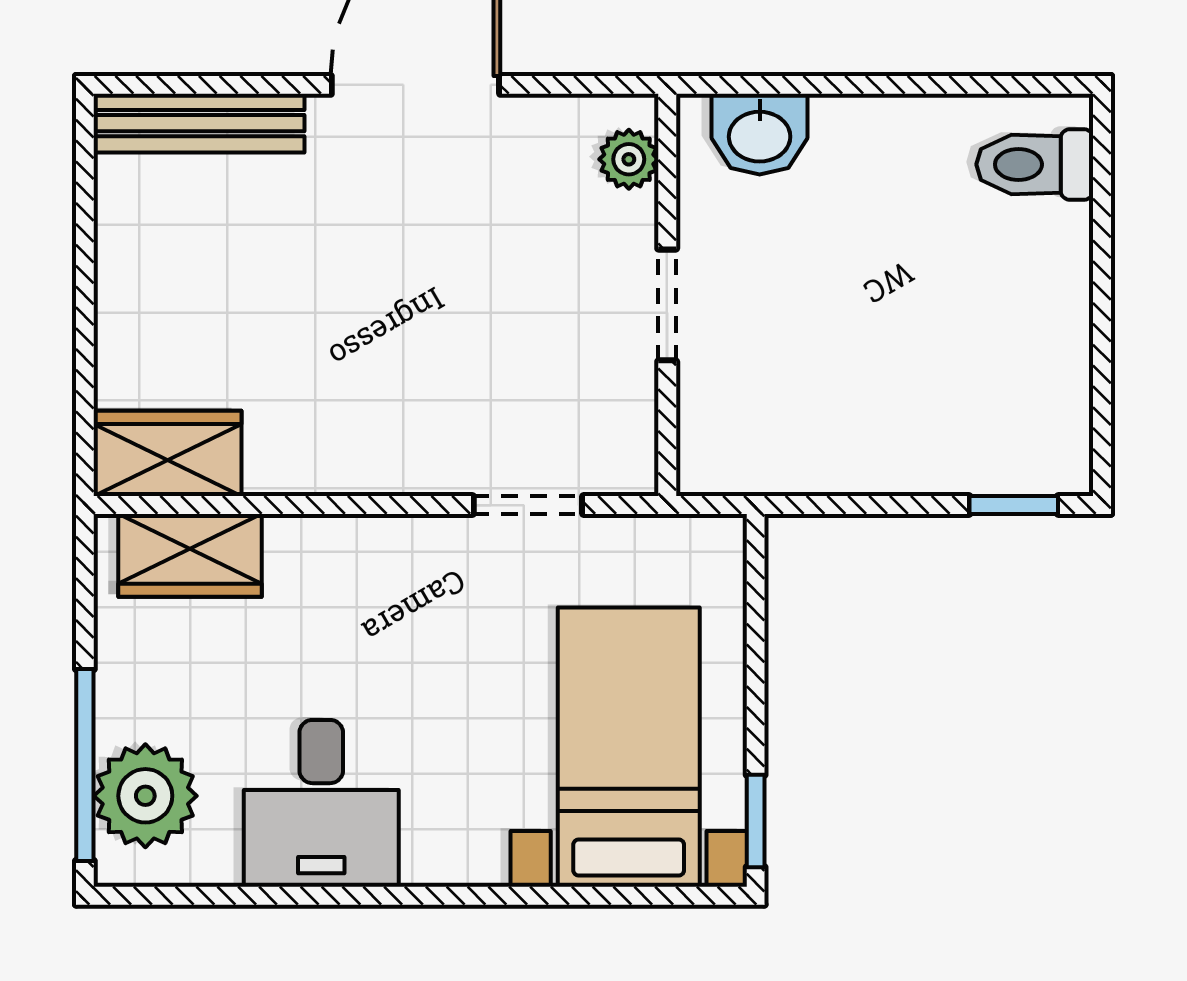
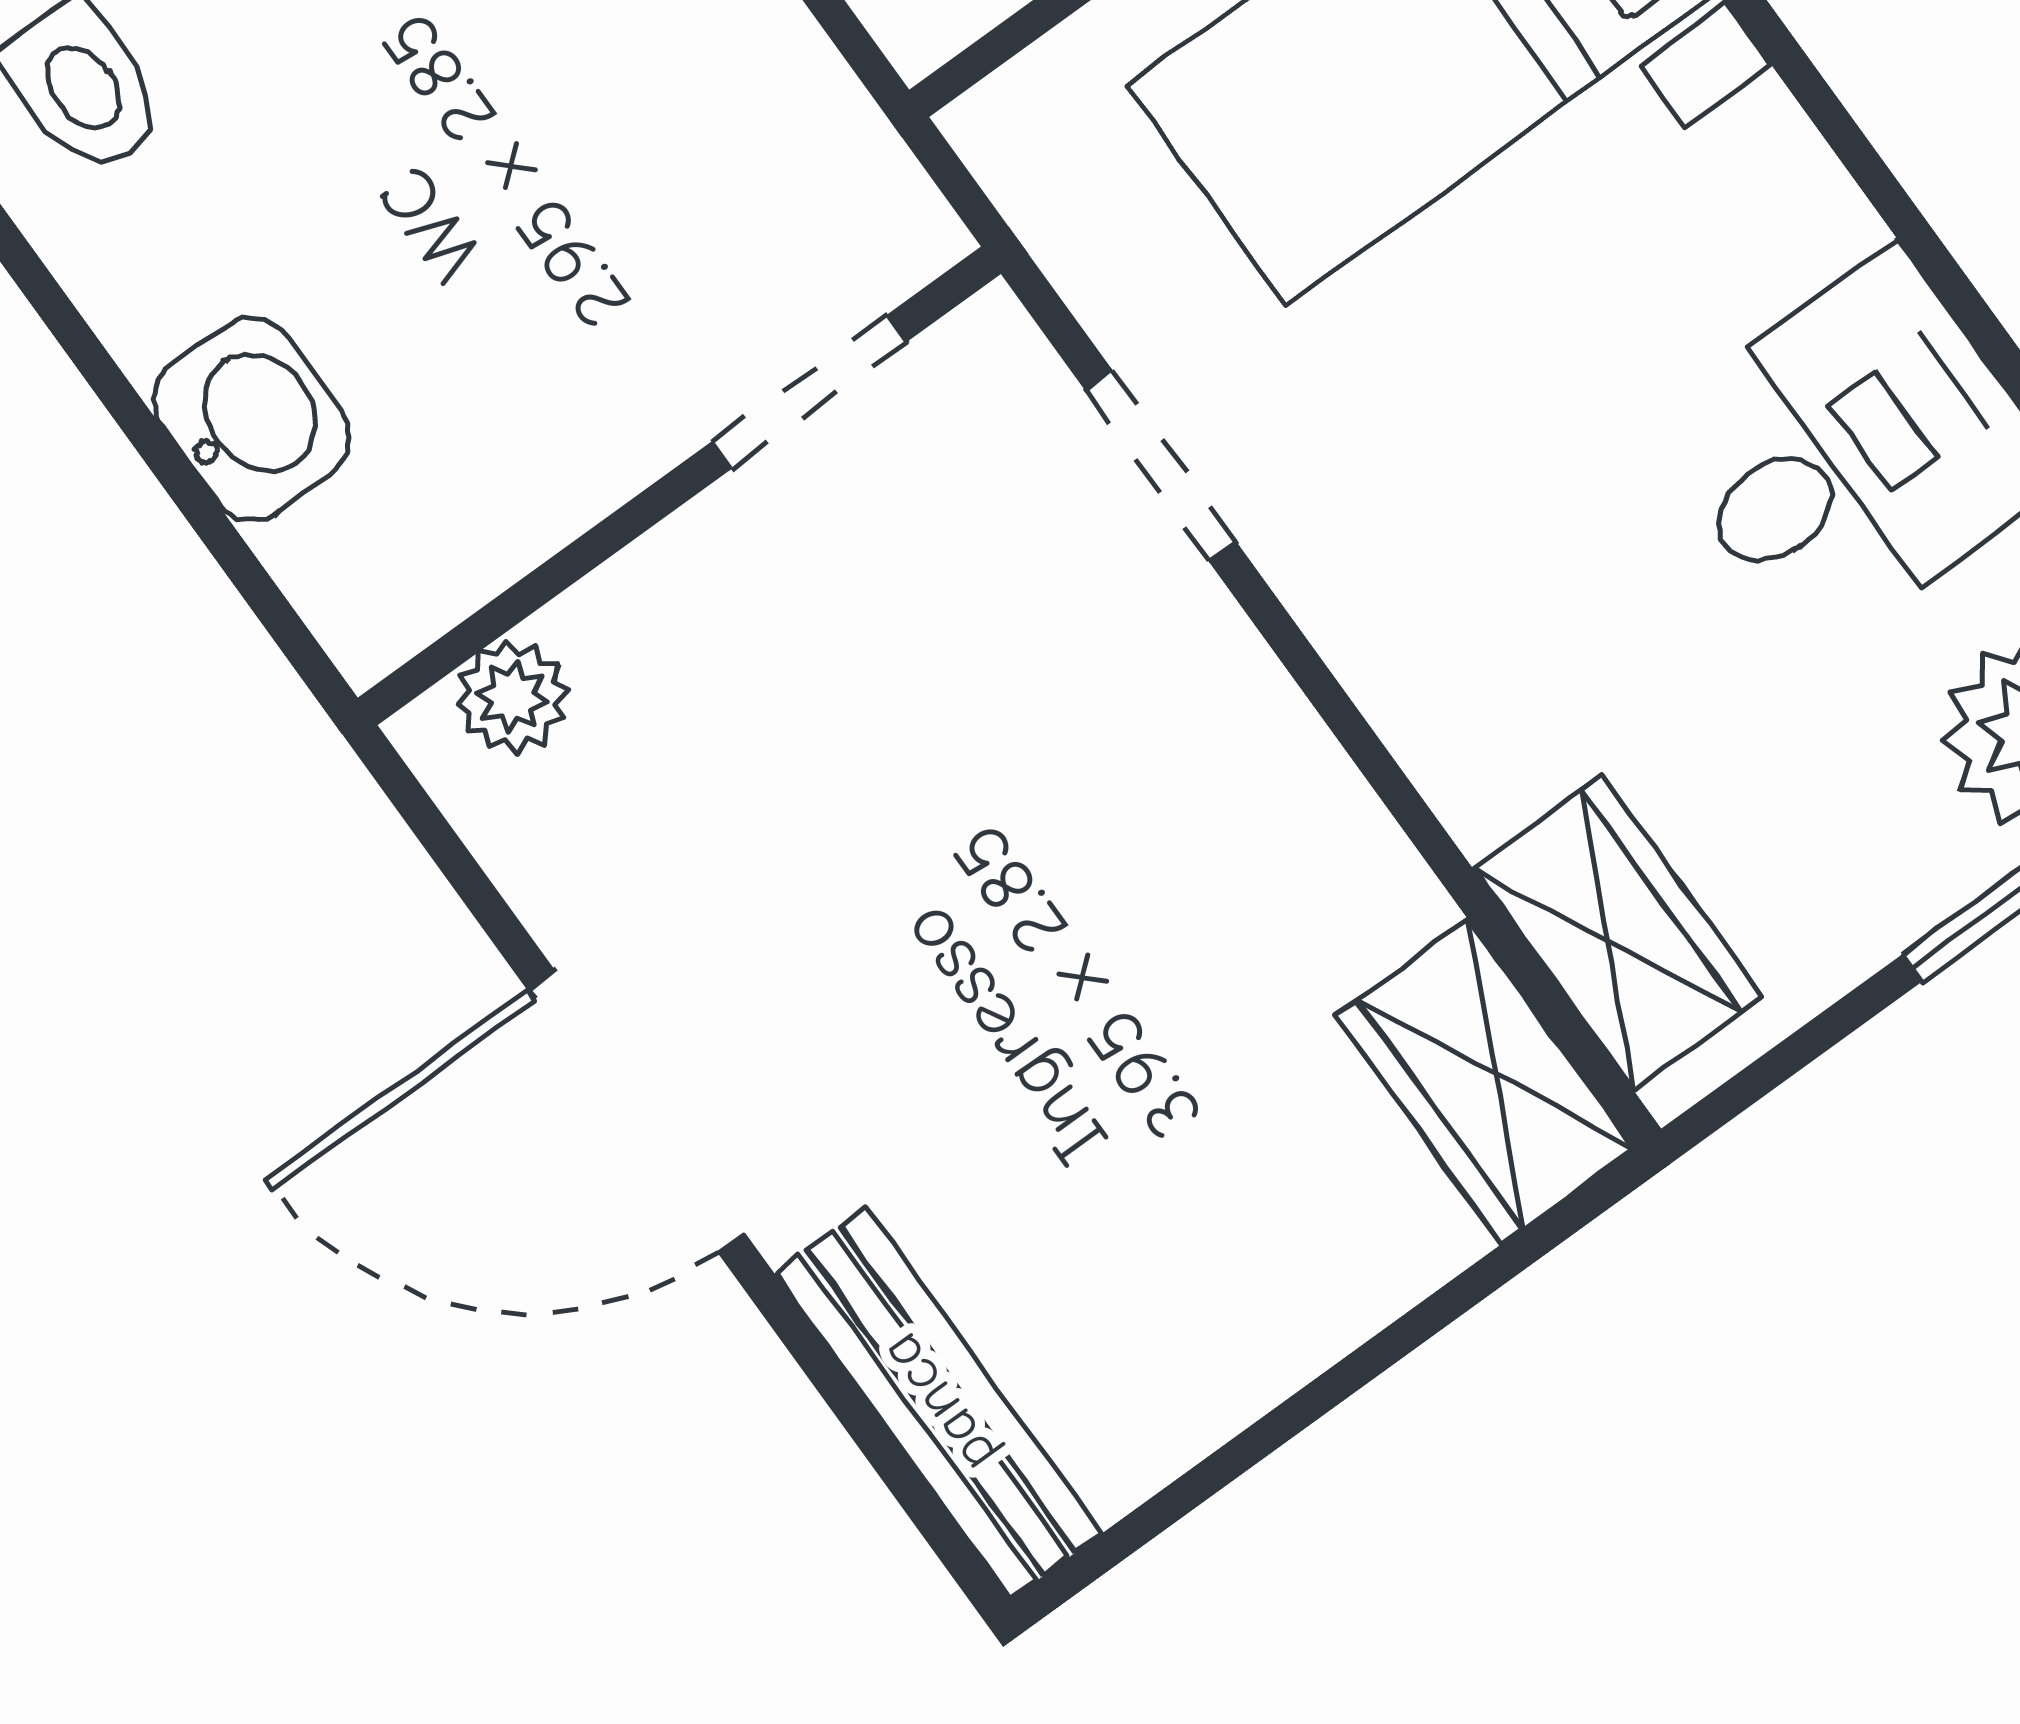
washbasin: (760, 134) -> (251, 419), moved
doorway: (667, 305) -> (809, 392), moved

